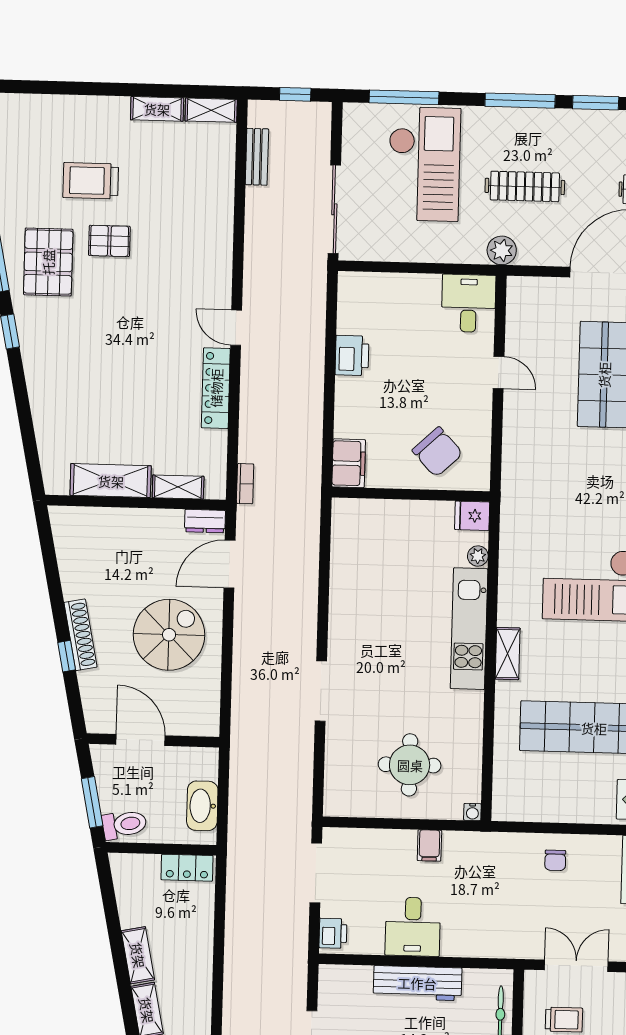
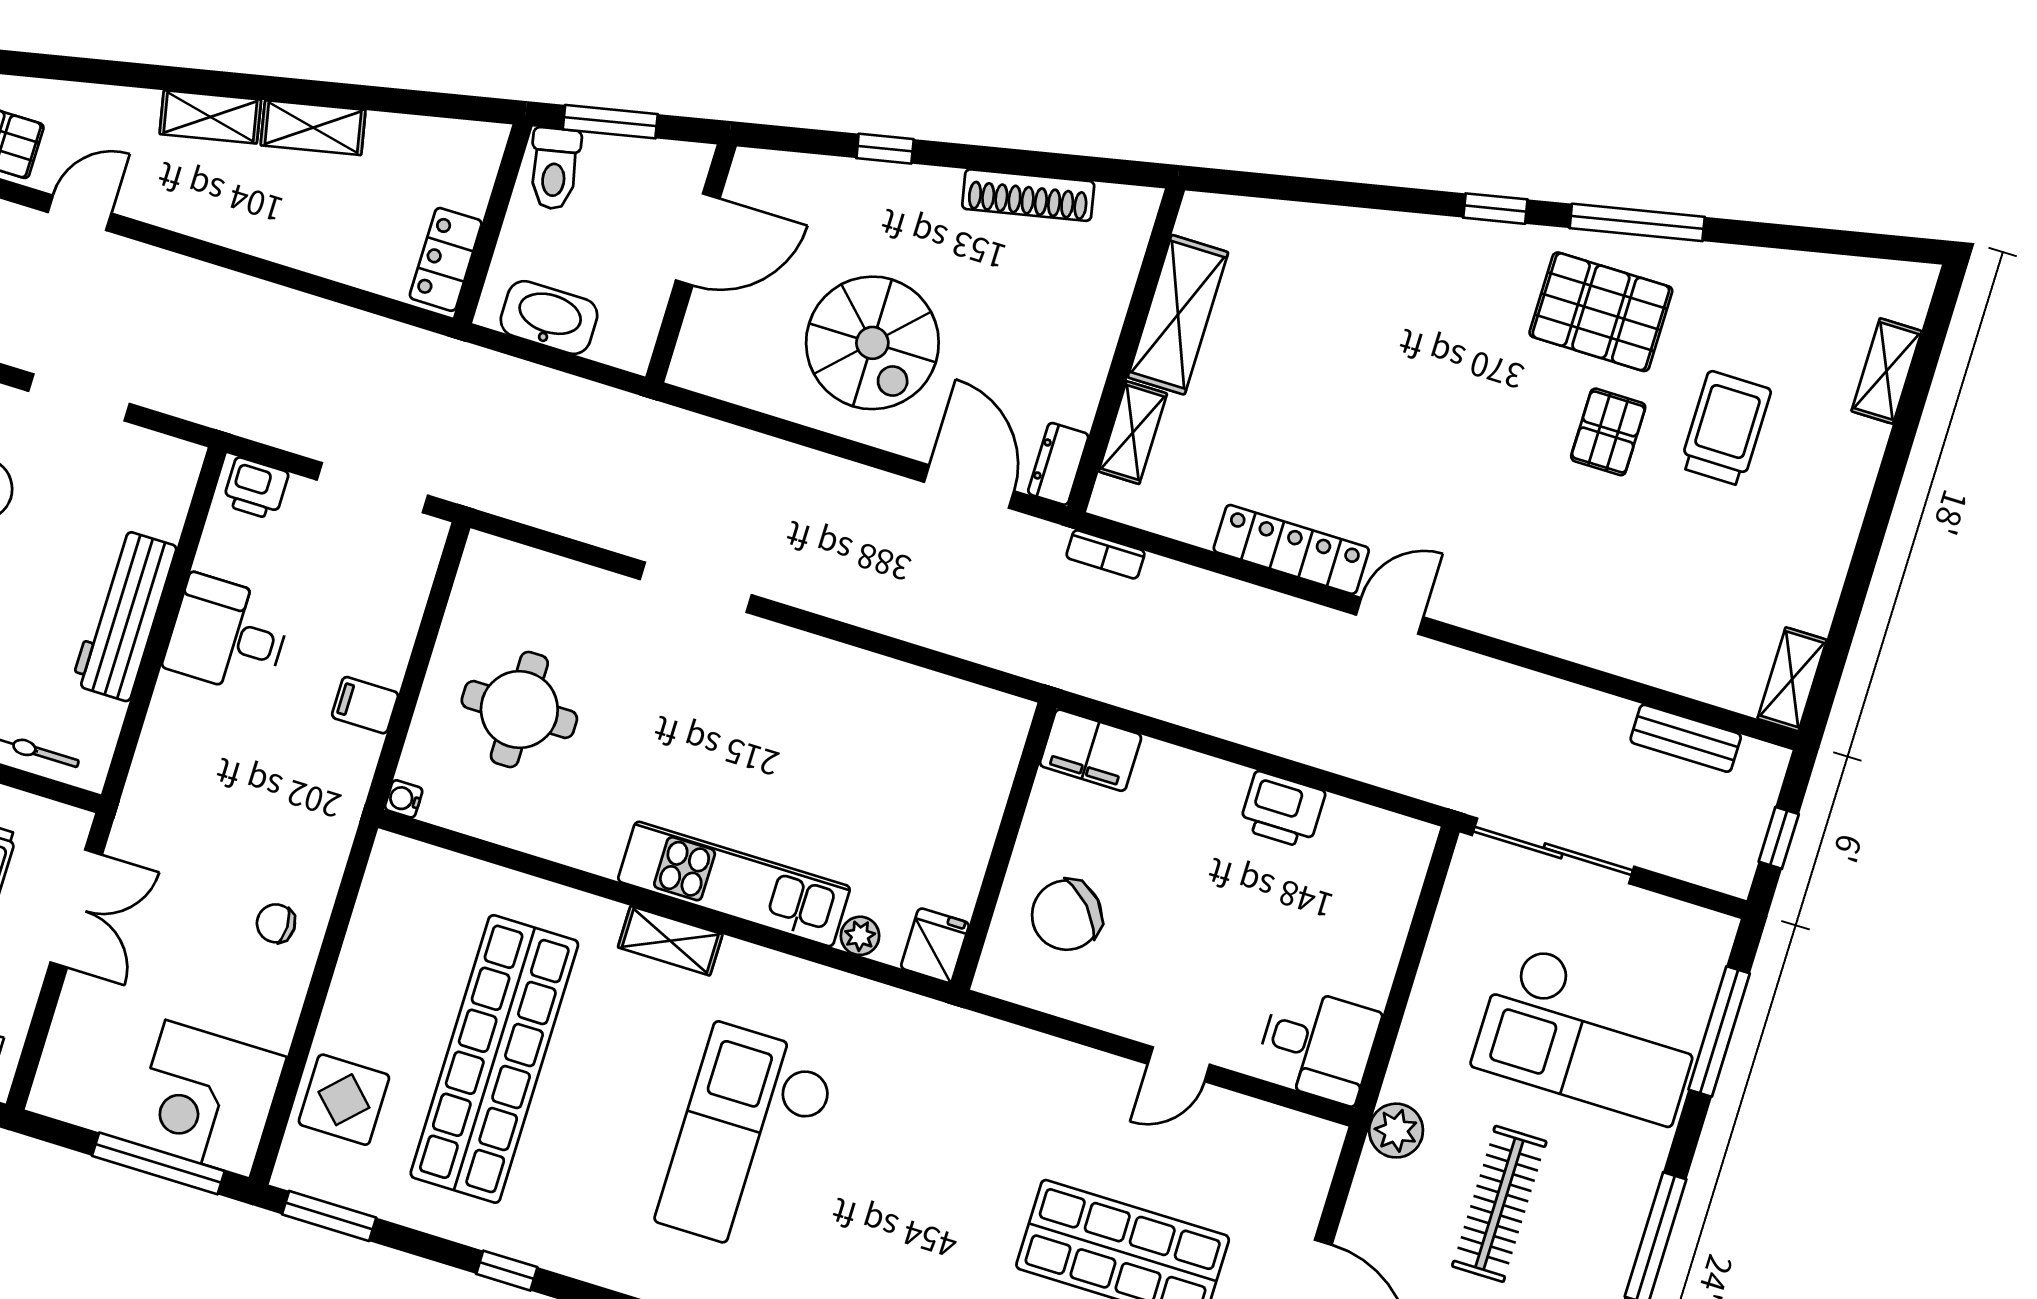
shelving: (157, 109) -> (1887, 371), moved
shoe rack: (80, 635) -> (1028, 195), moved

